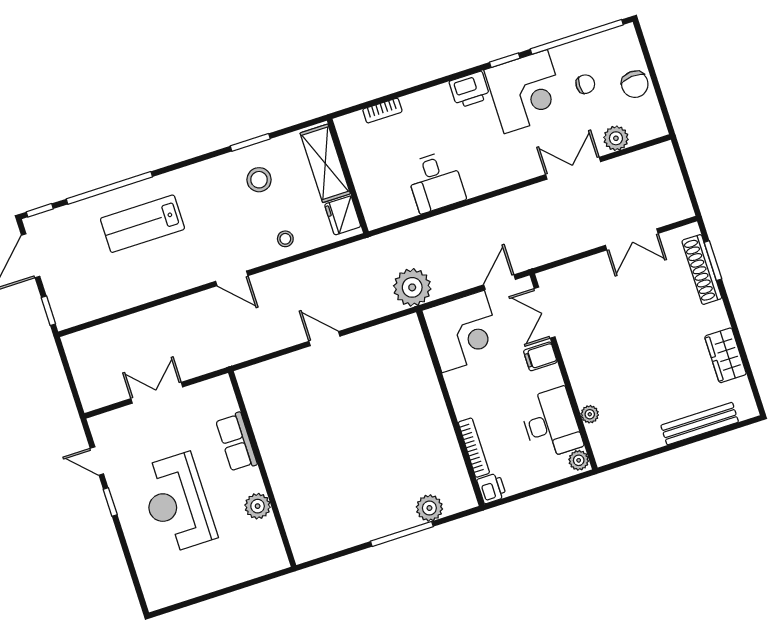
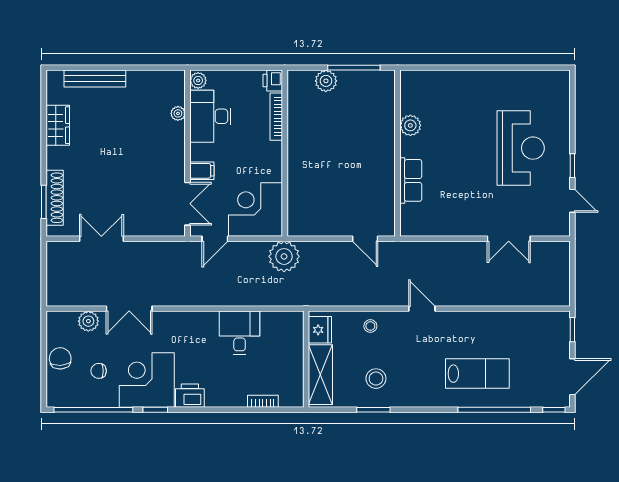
row of seats: (236, 442) -> (411, 180), moved
wall: (262, 469) -> (397, 153), moved
plant: (258, 506) -> (410, 125), moved

